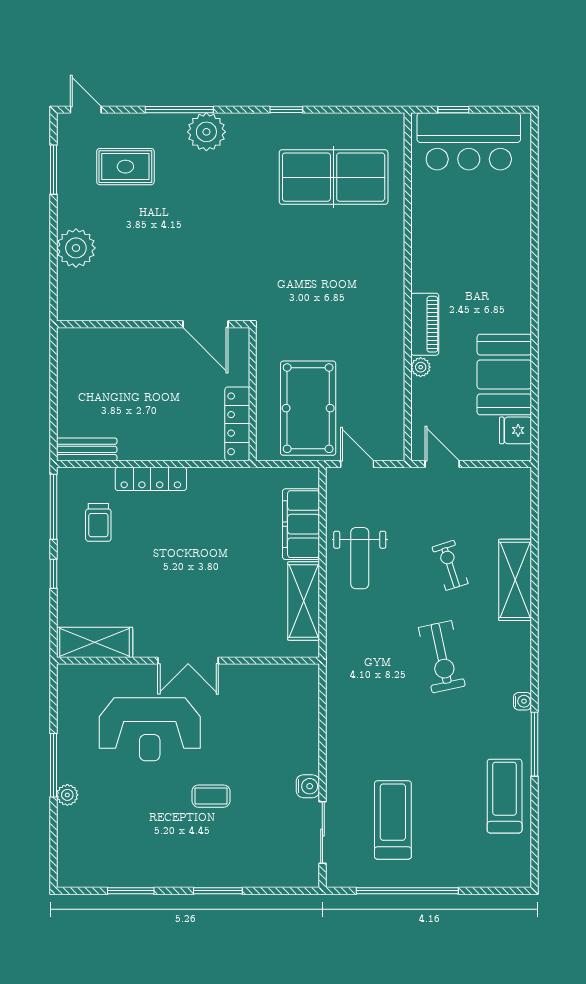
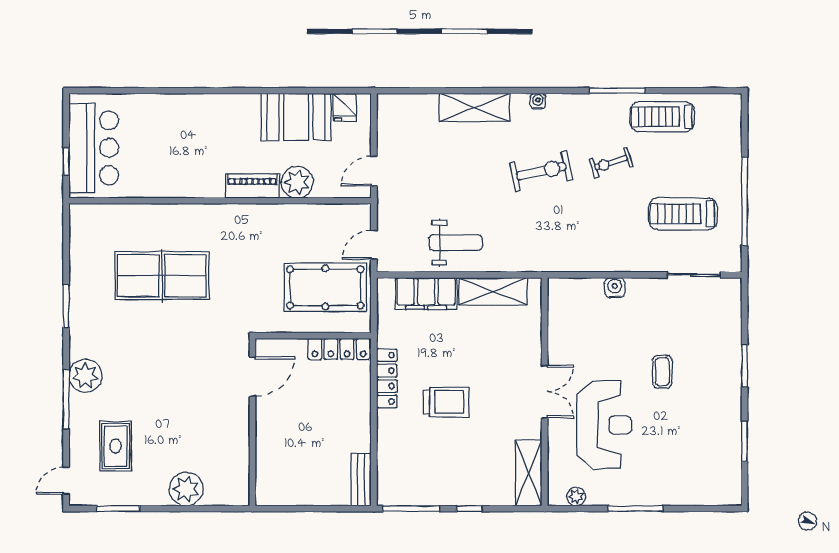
window: (286, 110) -> (66, 306), width x1.50
table tennis table: (334, 177) -> (162, 276), moved, turned 90
plant: (421, 367) -> (297, 182), width x1.87, depth x1.87
locker: (151, 479) -> (387, 378), moved
trolley: (98, 522) -> (446, 402), moved, width x1.36, depth x1.39
exercise bike: (450, 565) -> (611, 163), moved
water cooler: (523, 701) -> (538, 101), moved
water cooler: (308, 786) -> (615, 288), moved
plant: (67, 795) -> (576, 497), moved

